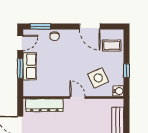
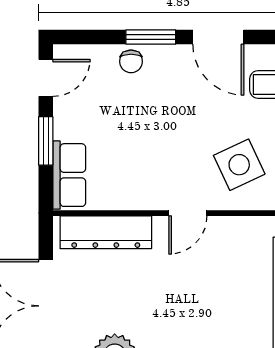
window: (40, 26) -> (151, 37), moved
row of seats: (30, 66) -> (69, 175), moved
door: (77, 97) -> (188, 213), swing flipped

